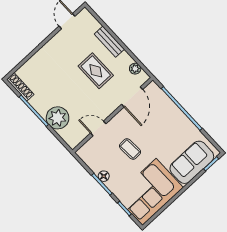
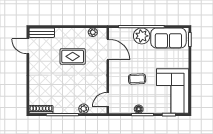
bench: (109, 42) -> (42, 33), moved
plant: (173, 117) -> (142, 36), added
plant: (58, 118) -> (84, 109), width x0.53, depth x0.53
door: (98, 128) -> (108, 100), moved
sofa: (192, 162) -> (168, 38), moved, turned -90

